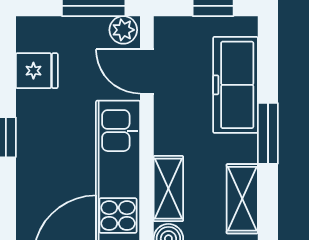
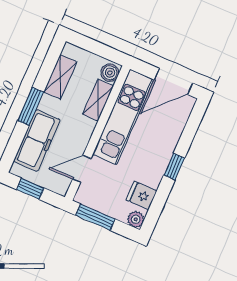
plant: (123, 30) -> (136, 219), moved
door: (147, 71) -> (82, 169), swing flipped

